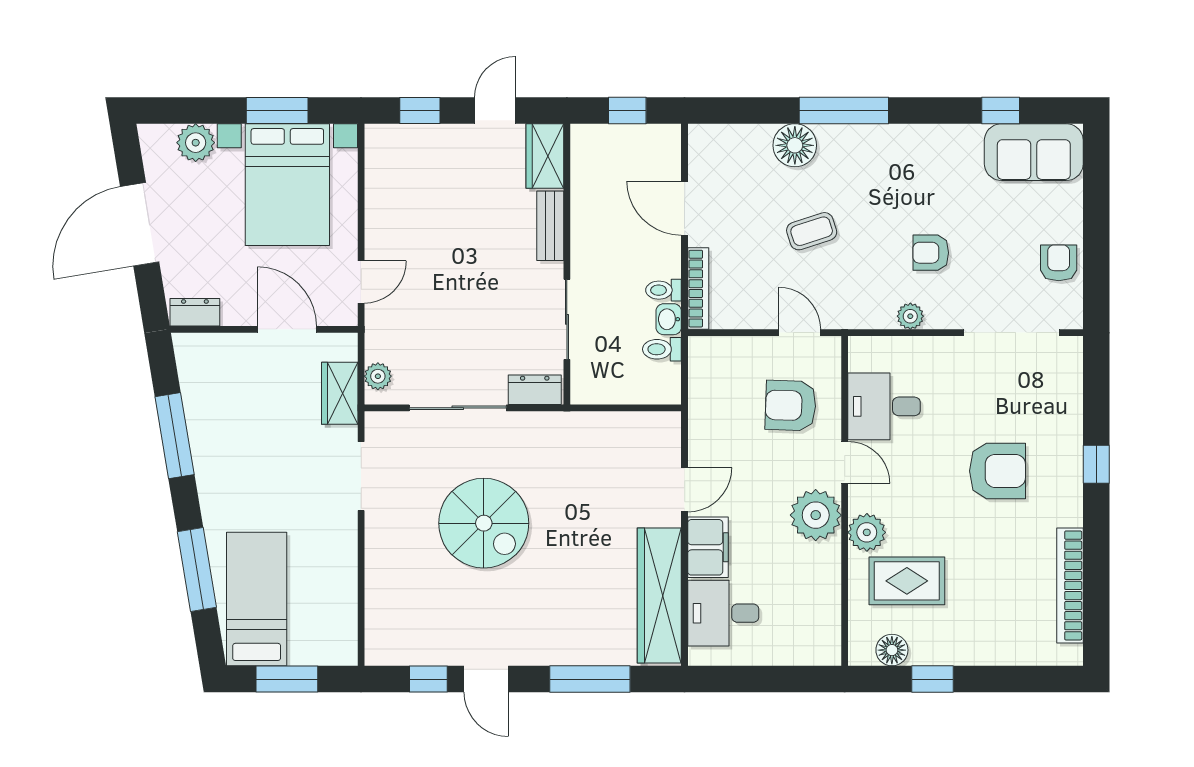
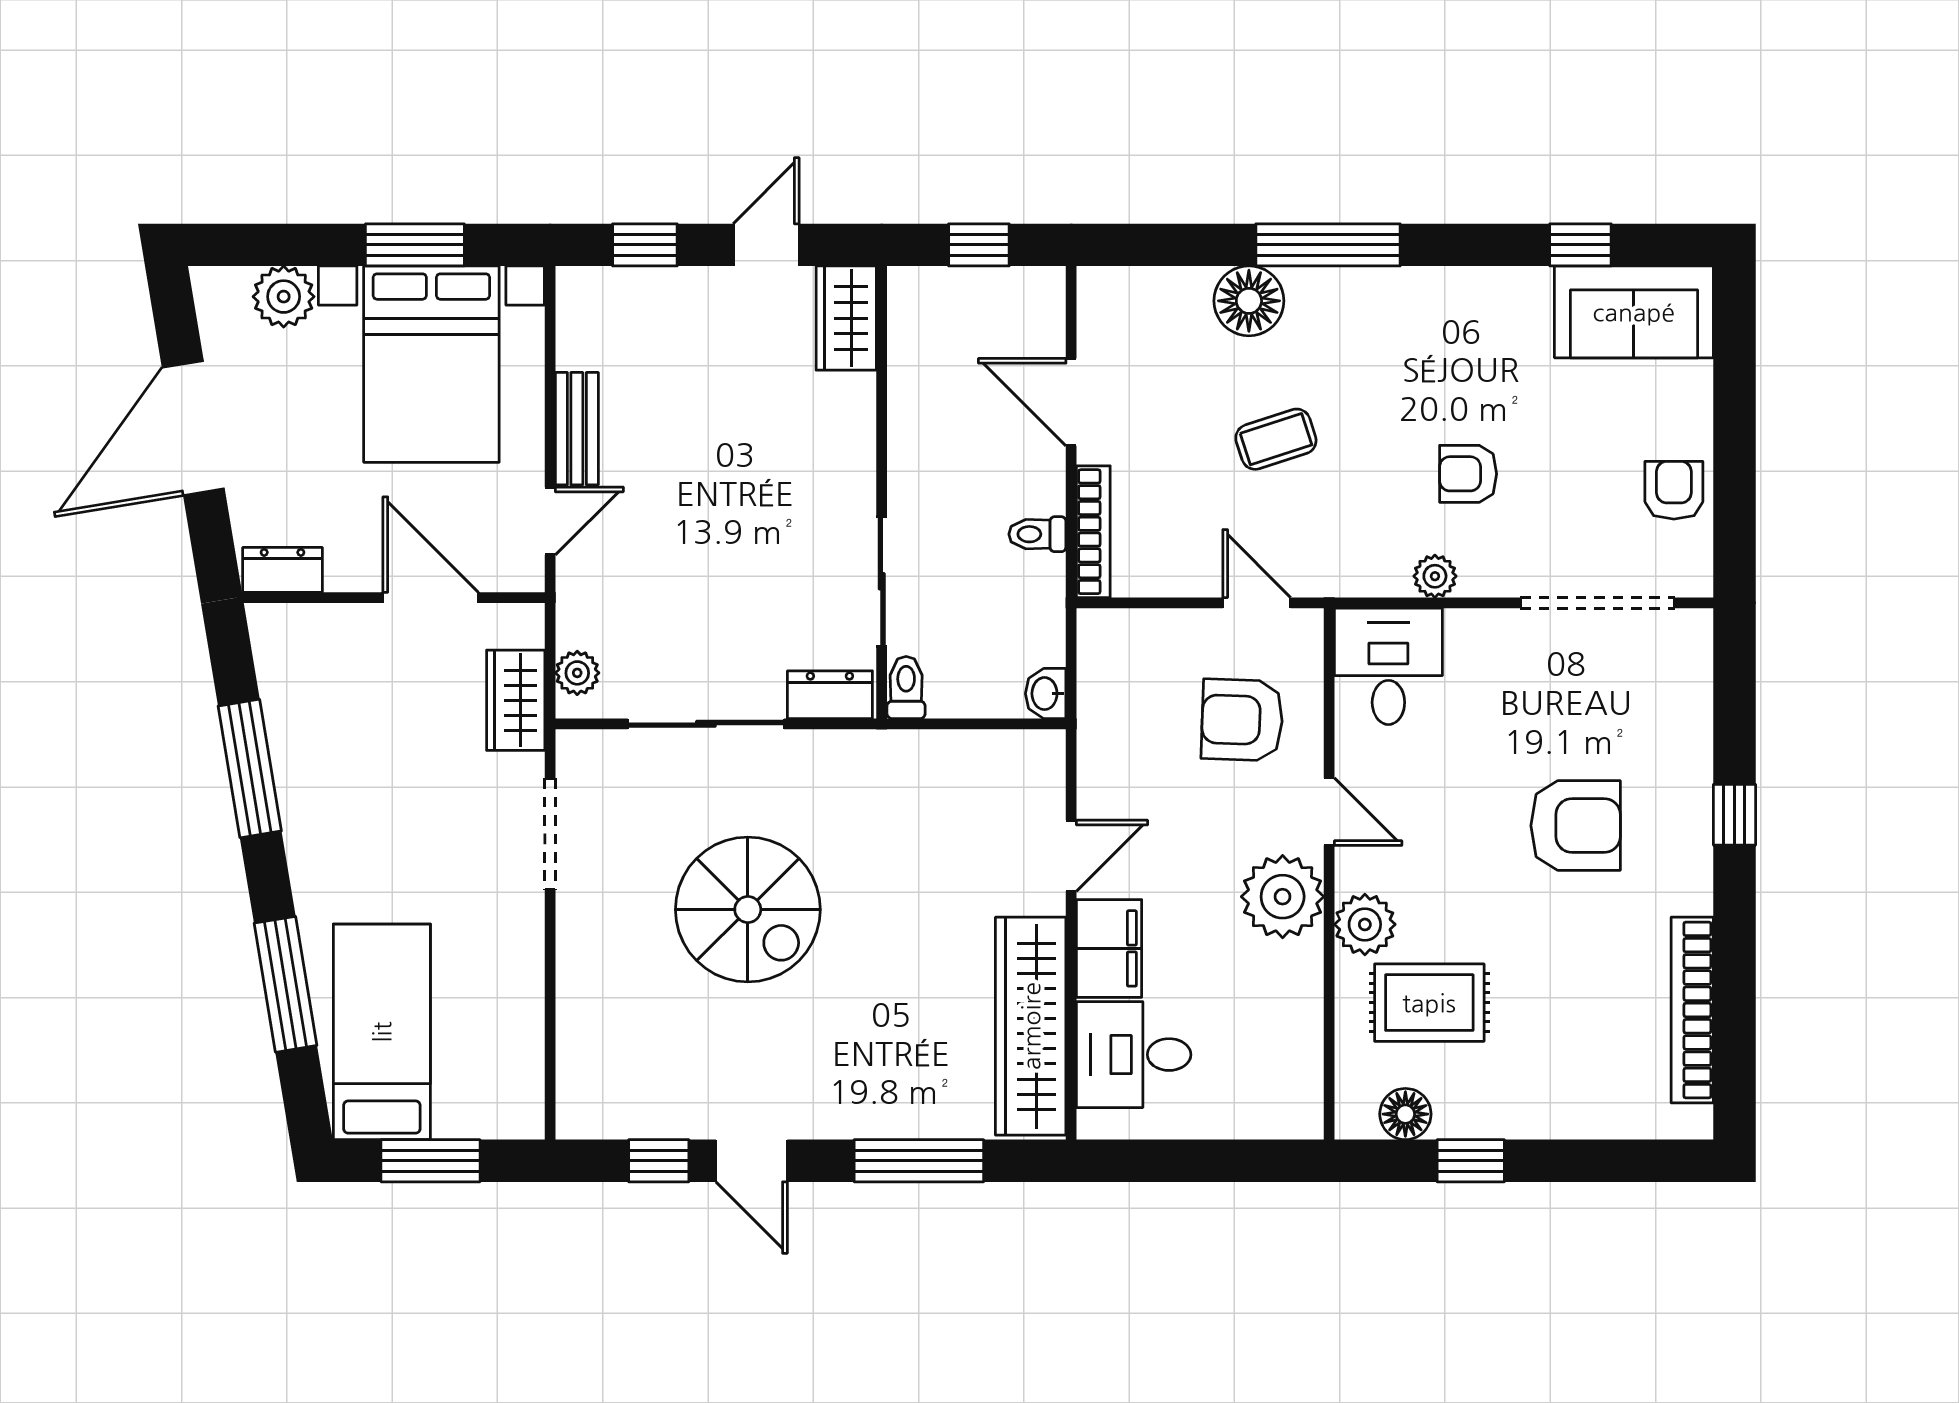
bench: (550, 226) -> (577, 429), moved
washbasin: (669, 319) -> (1046, 694), moved
toilet: (662, 349) -> (906, 687), moved, turned 90
desk: (884, 406) -> (1388, 666), moved, turned 90

